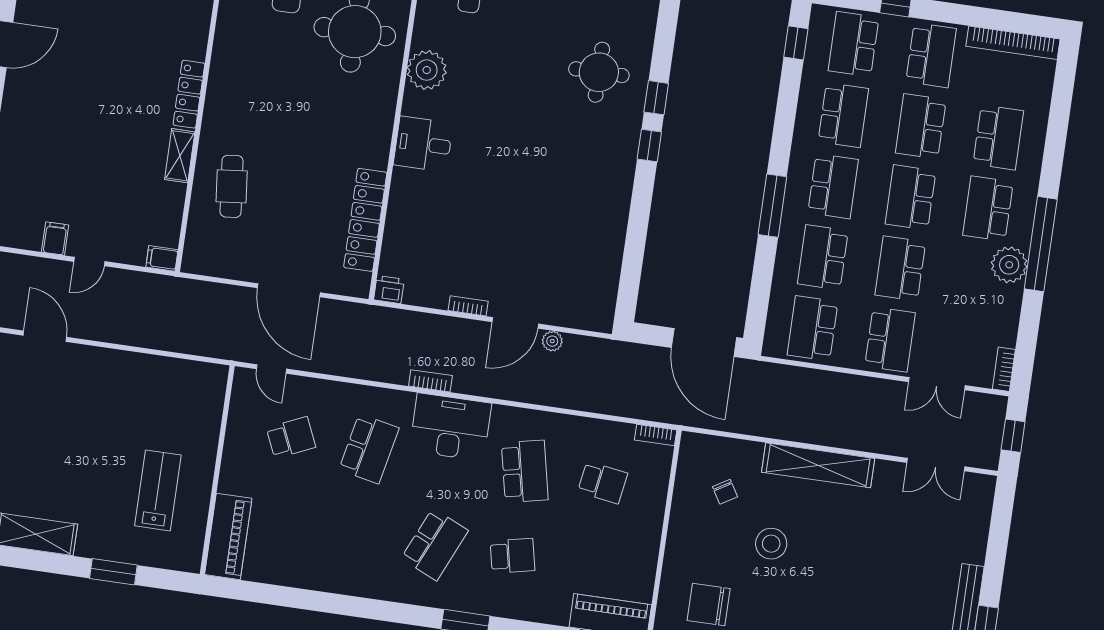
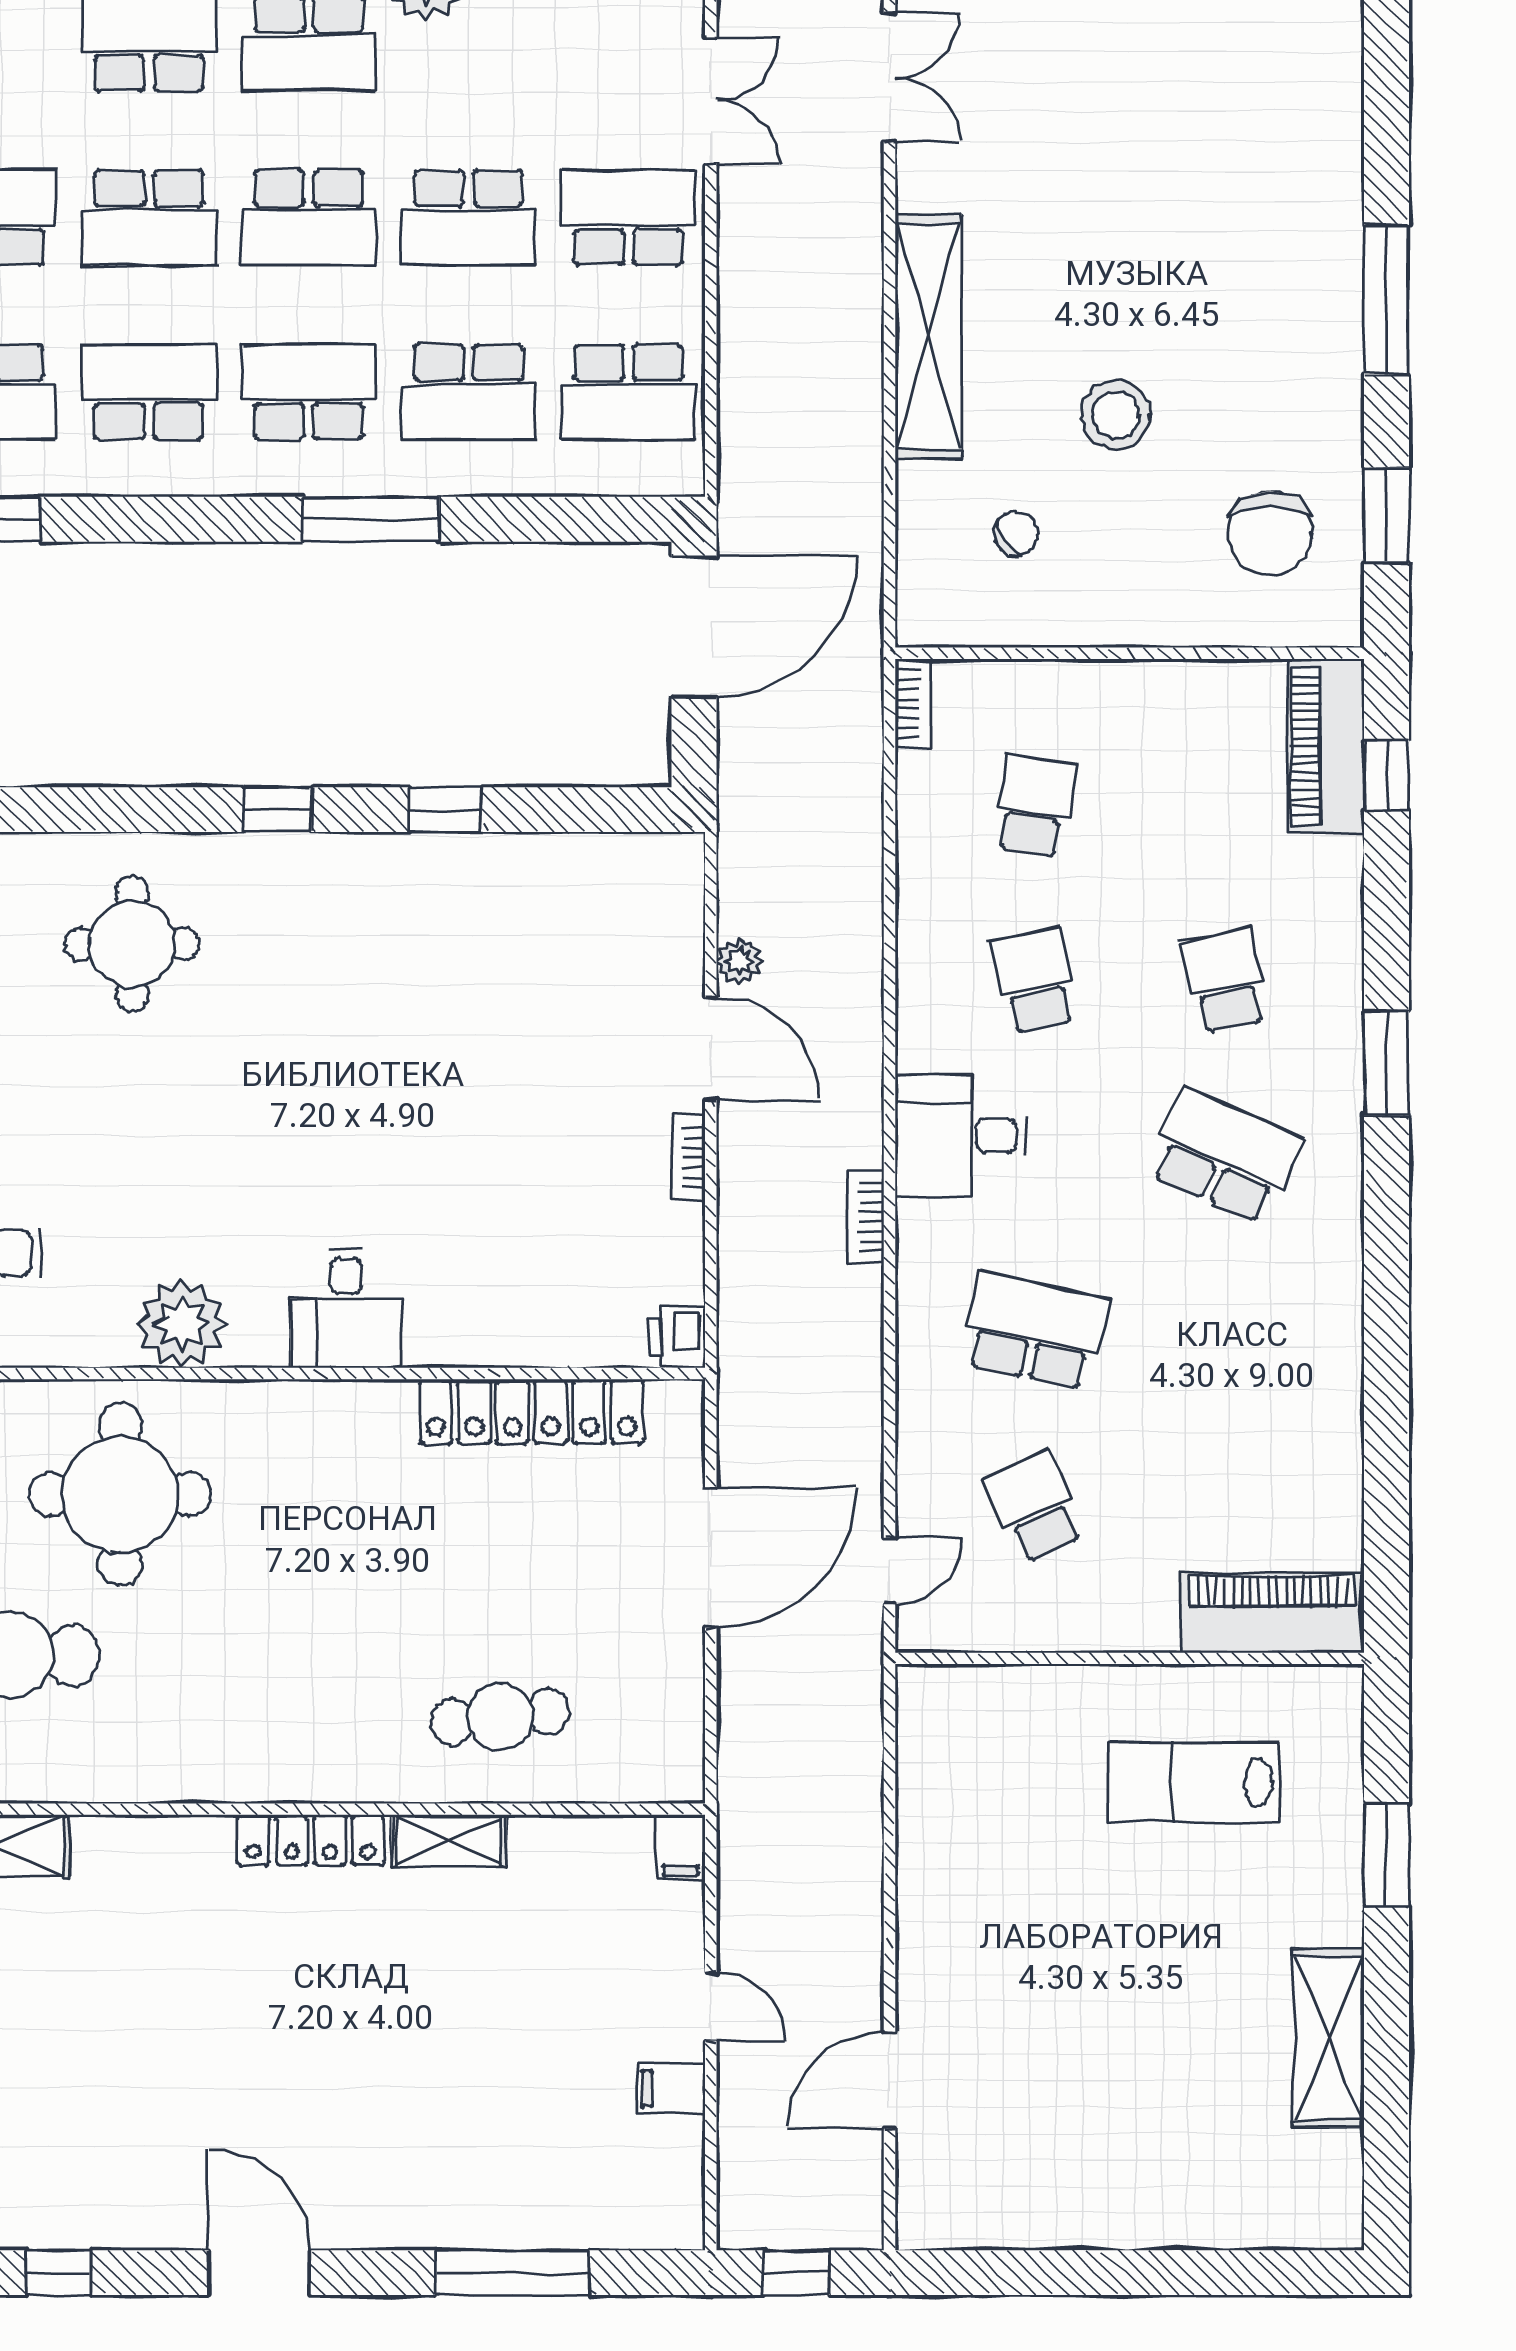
window: (656, 98) -> (446, 810), moved
desk: (450, 427) -> (961, 1136), width x0.73
school desk: (525, 471) -> (1035, 981), width x0.54

